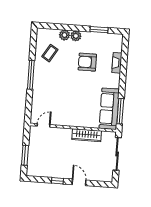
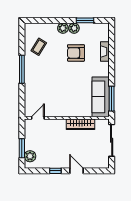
plant: (64, 35) -> (74, 28), moved
plant: (33, 164) -> (30, 156), added

